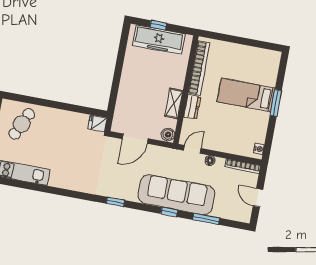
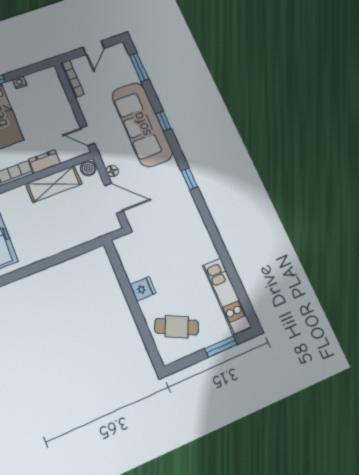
shelving: (174, 103) -> (54, 184), width x1.50, depth x1.33
fridge: (98, 123) -> (143, 289), moved, turned -90
nightstand: (259, 149) -> (20, 82), moved
floor lamp: (210, 161) -> (112, 171), moved
window: (206, 219) -> (139, 67), moved

